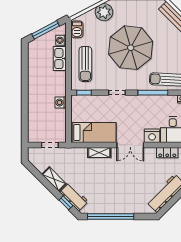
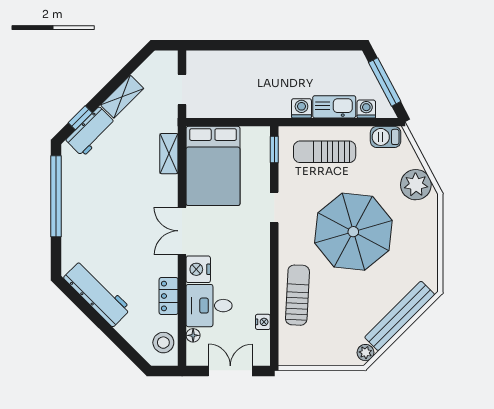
window: (153, 93) -> (274, 271), removed
washing machine: (61, 103) -> (301, 108), moved
bed: (93, 132) -> (213, 166), width x1.50
shelving: (99, 152) -> (169, 154), moved

